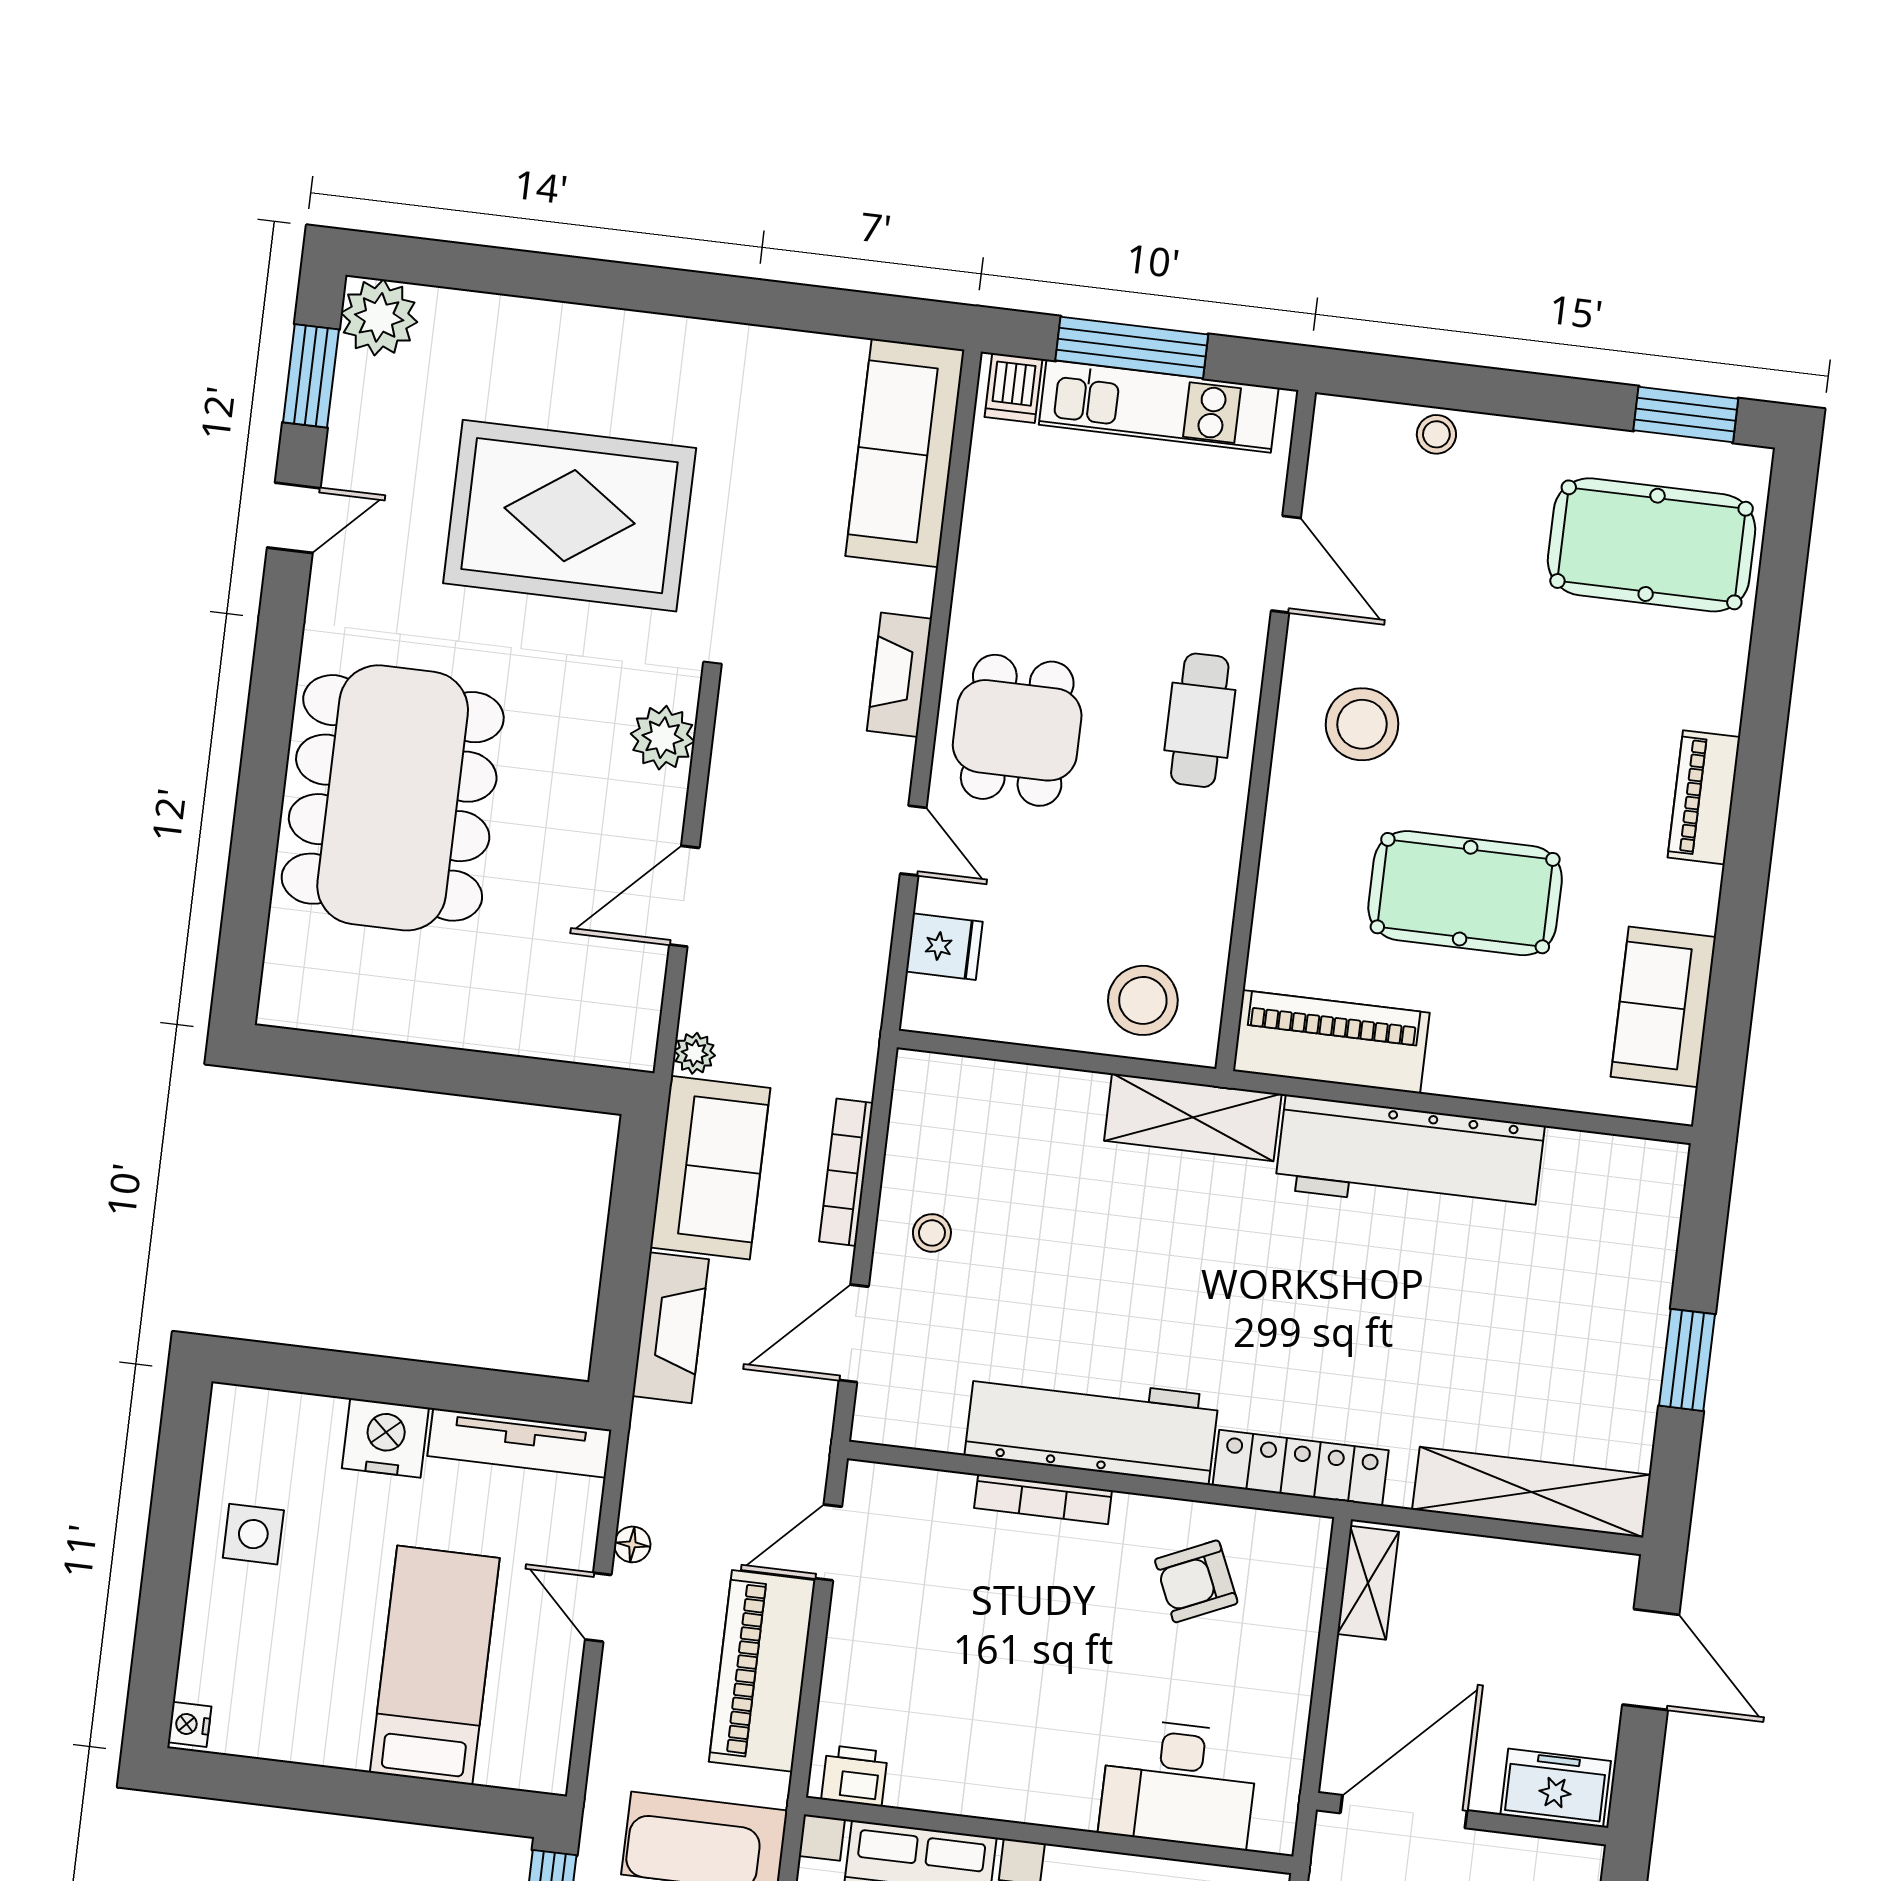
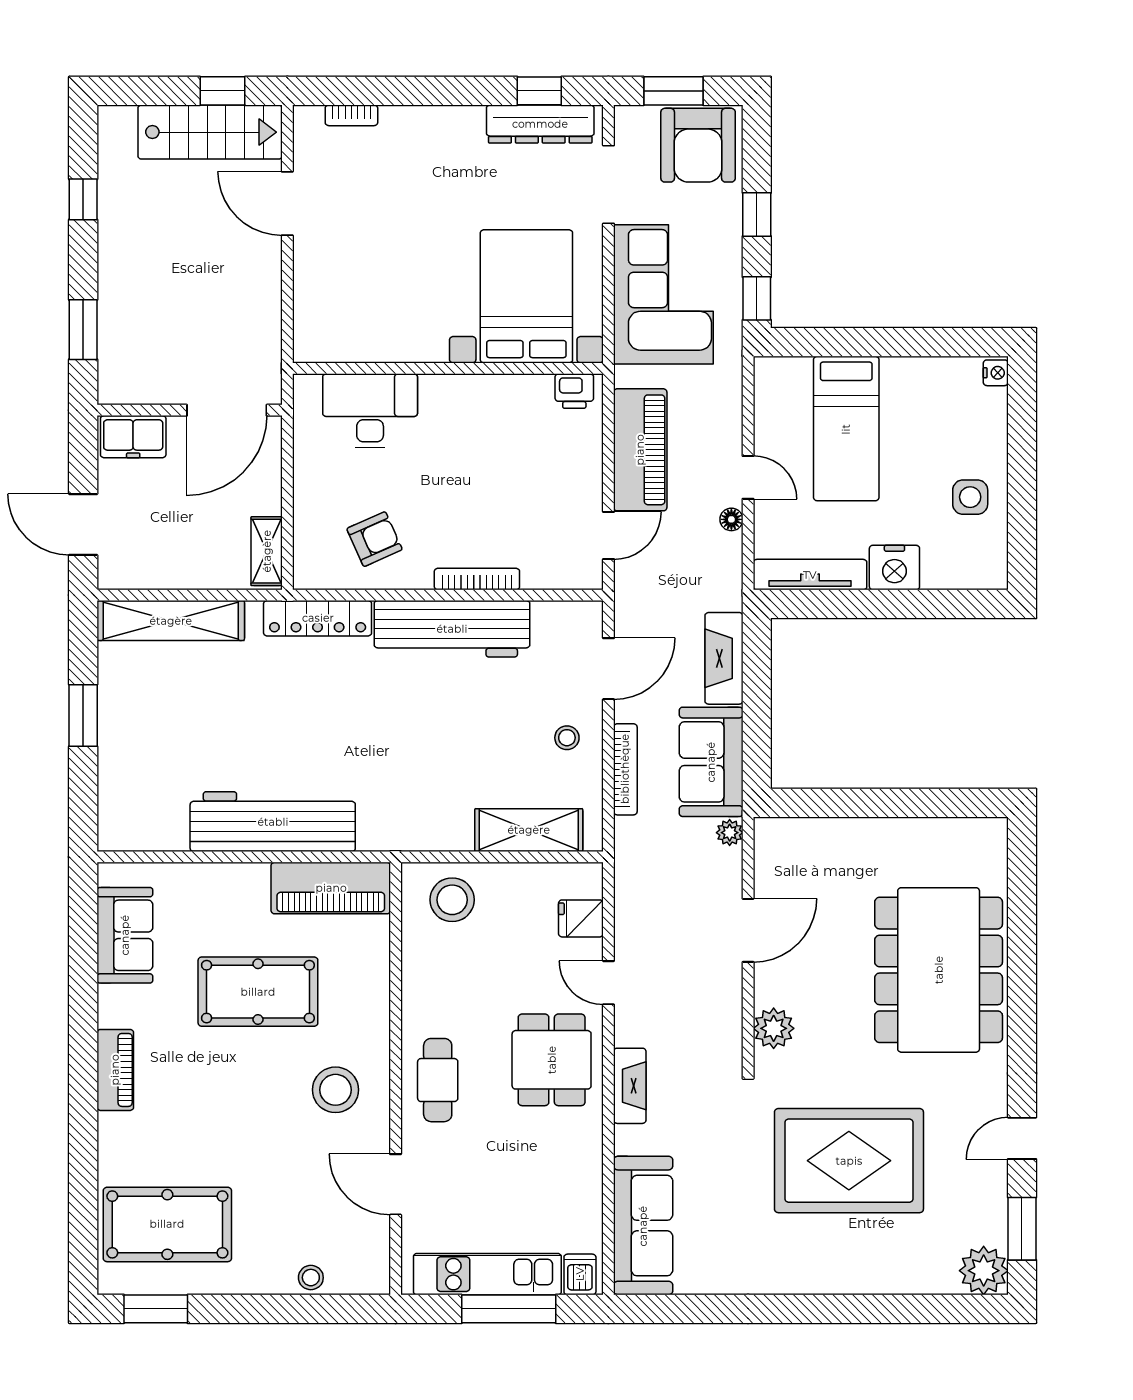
shelving: (1193, 1117) -> (529, 830), moved

